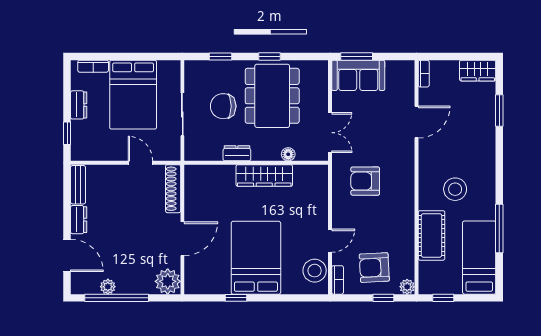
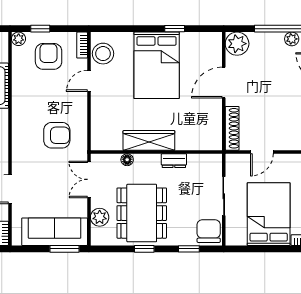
sofa: (358, 75) -> (55, 232), width x1.36
plant: (318, 91) -> (100, 217), added
chair: (223, 106) -> (209, 231), moved, turned -90
door: (140, 163) -> (262, 152), hinge flipped
armchair: (374, 268) -> (49, 56), turned -87

